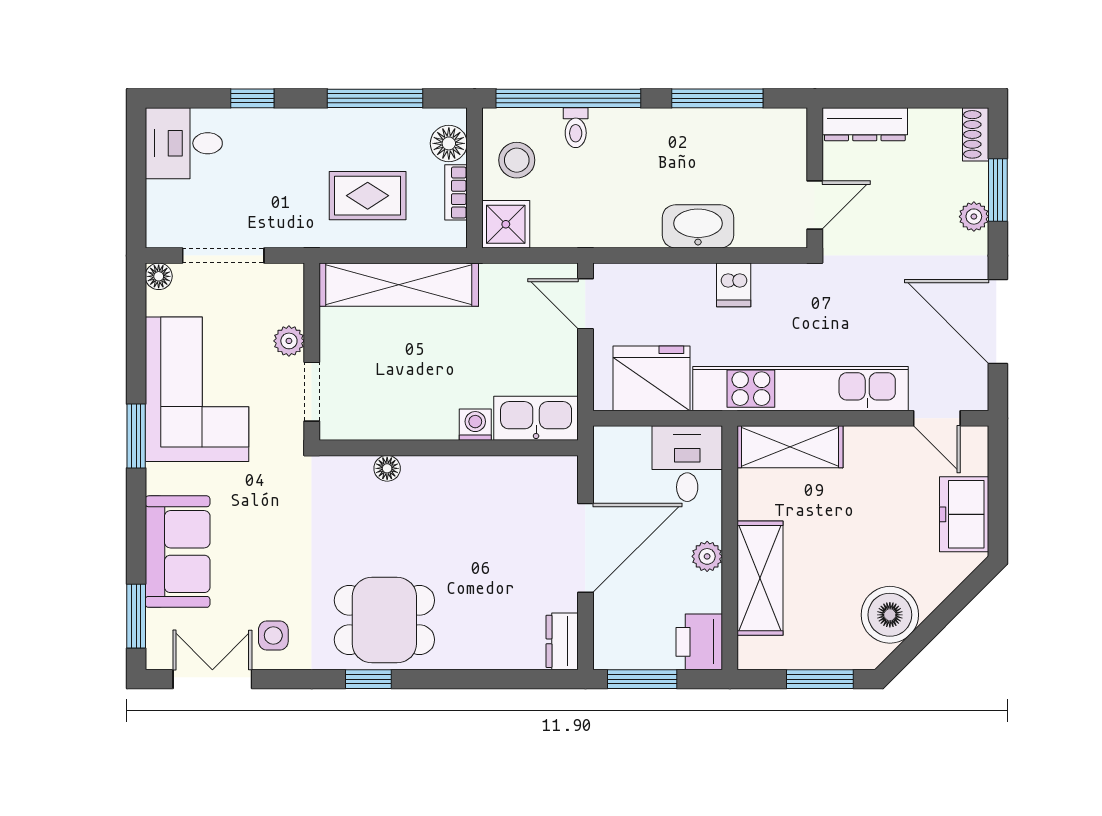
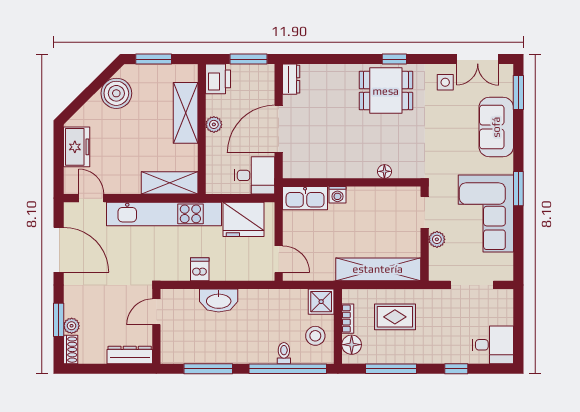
plant: (974, 217) -> (72, 326), moved
floor lamp: (159, 276) -> (506, 274), removed
desk: (687, 464) -> (254, 175), moved, turned -90

